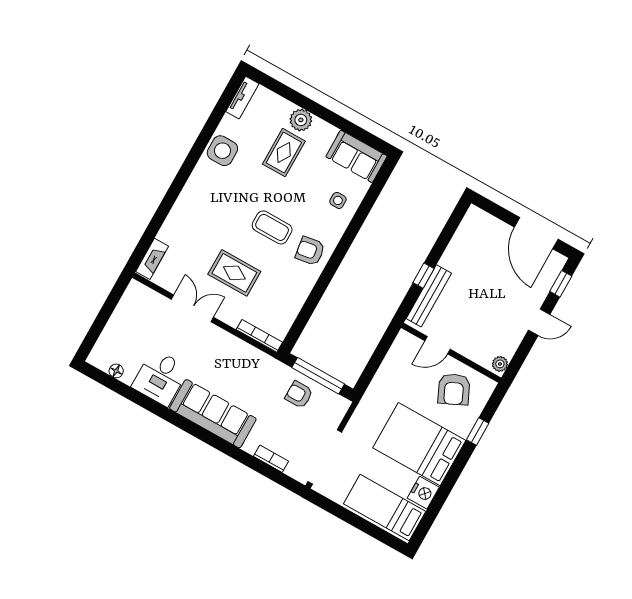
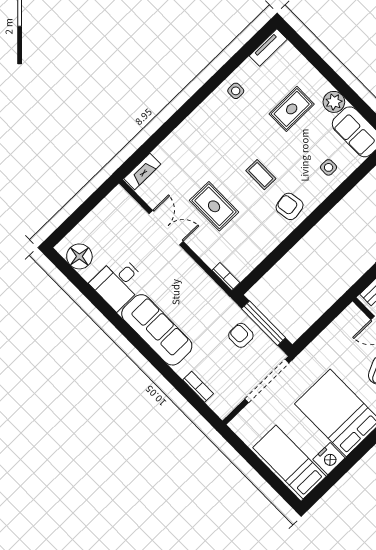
plant: (301, 120) -> (334, 102), moved
side table: (222, 151) -> (236, 91), width x0.54, depth x0.54
coffee table: (272, 227) -> (261, 175), width x0.73, depth x0.77
bookcase: (259, 336) -> (226, 277), width x0.64
floor lamp: (116, 371) -> (79, 256), width x1.89, depth x1.89
doorway: (325, 457) -> (267, 381), moved

